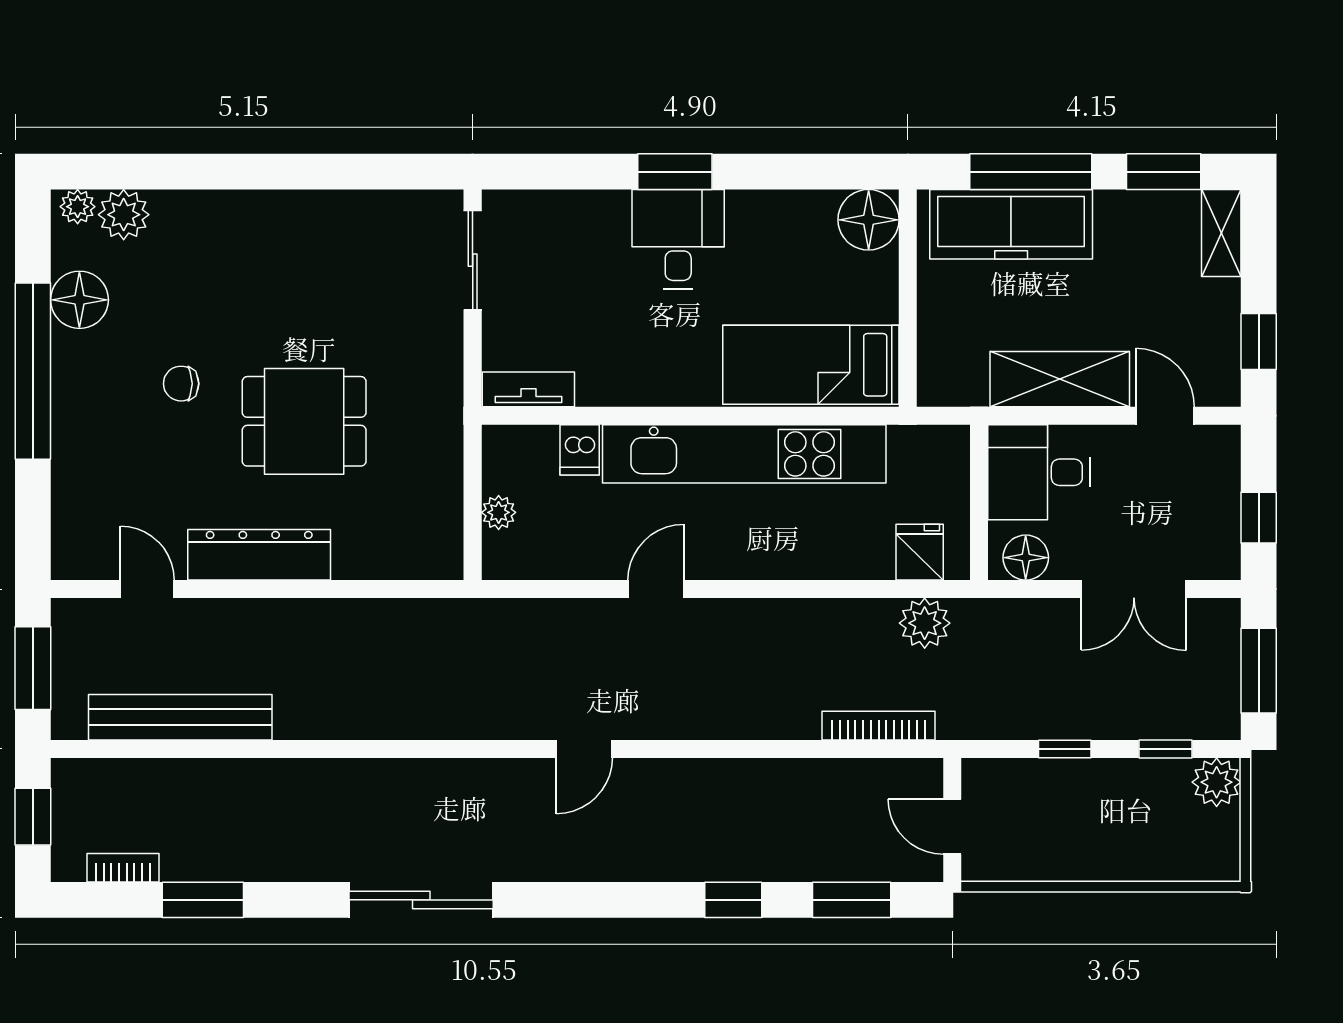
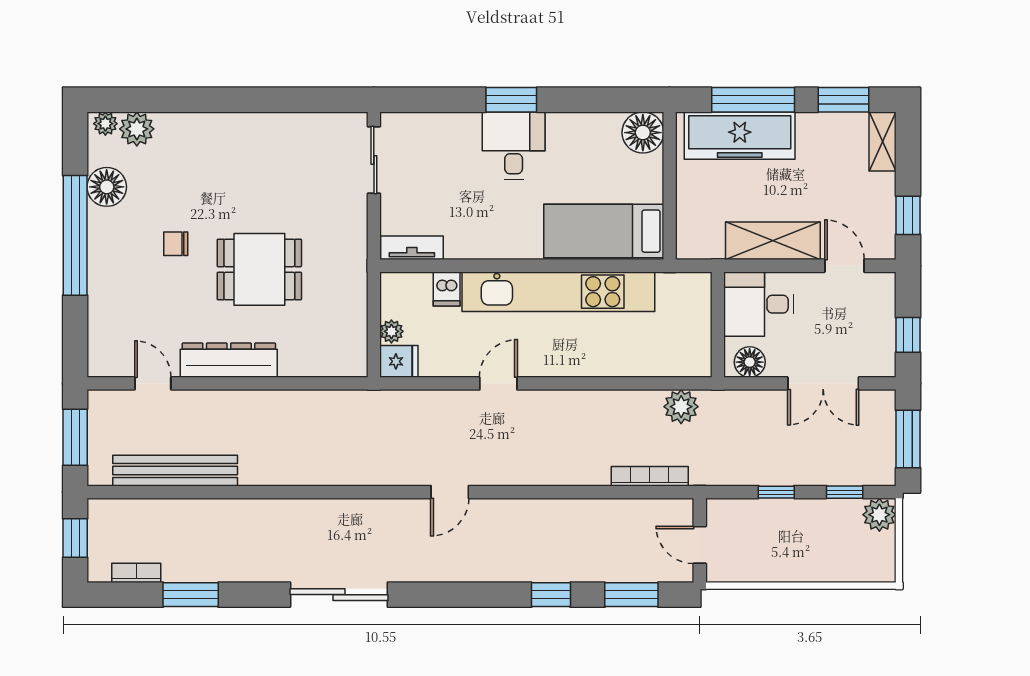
fridge: (920, 552) -> (399, 361), moved, turned 90

